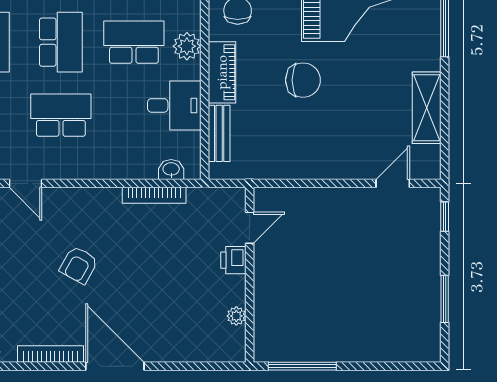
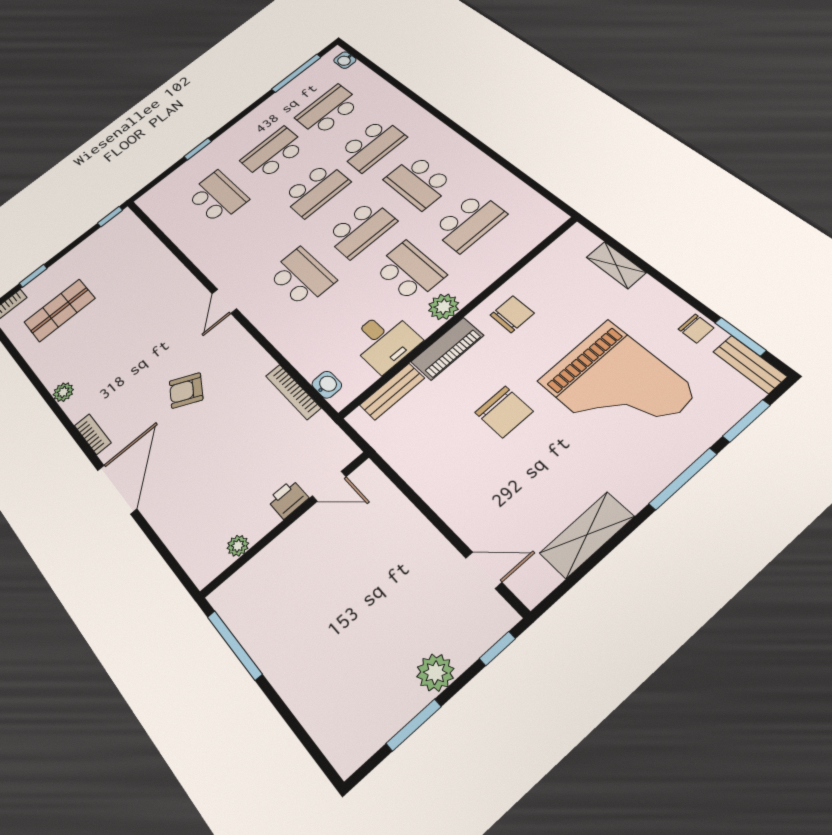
plant: (427, 262) -> (435, 673), added
bookcase: (50, 354) -> (93, 434), width x0.64

